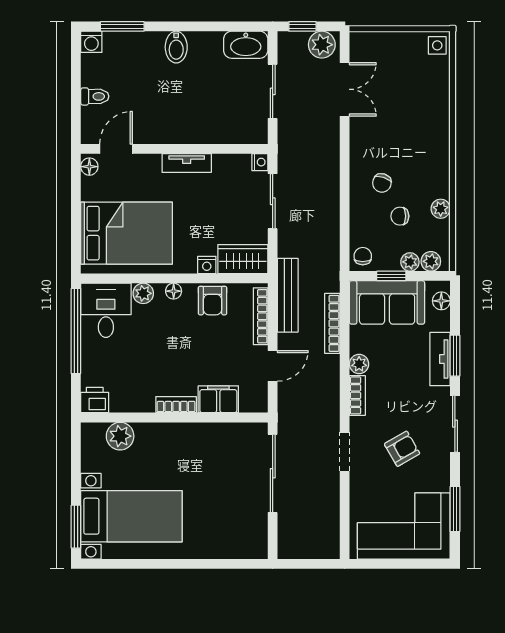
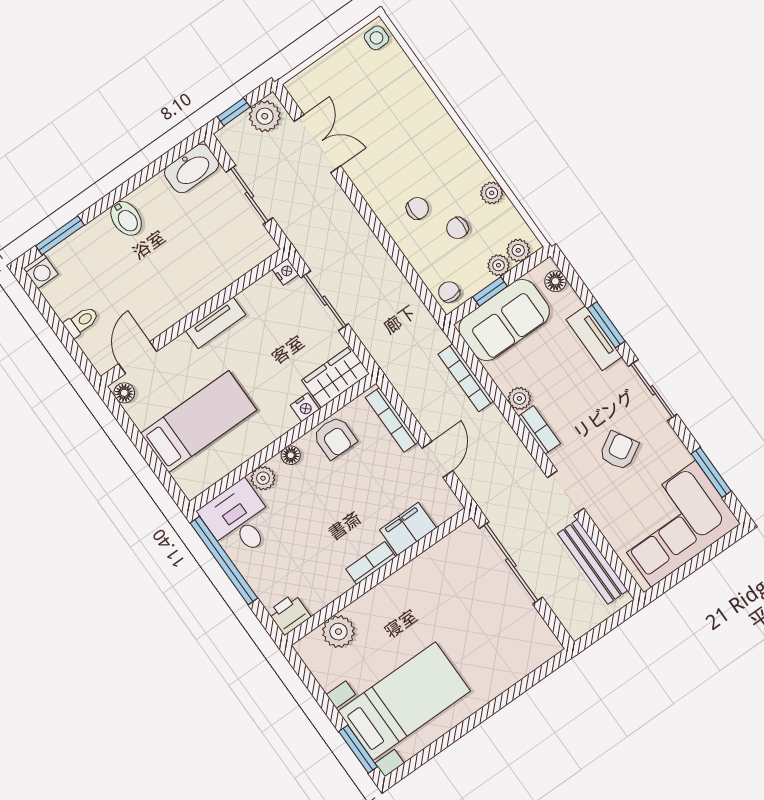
chair: (382, 183) -> (417, 208), turned -108
bed: (127, 233) -> (199, 422), width x0.67
bench: (288, 295) -> (593, 562), moved

